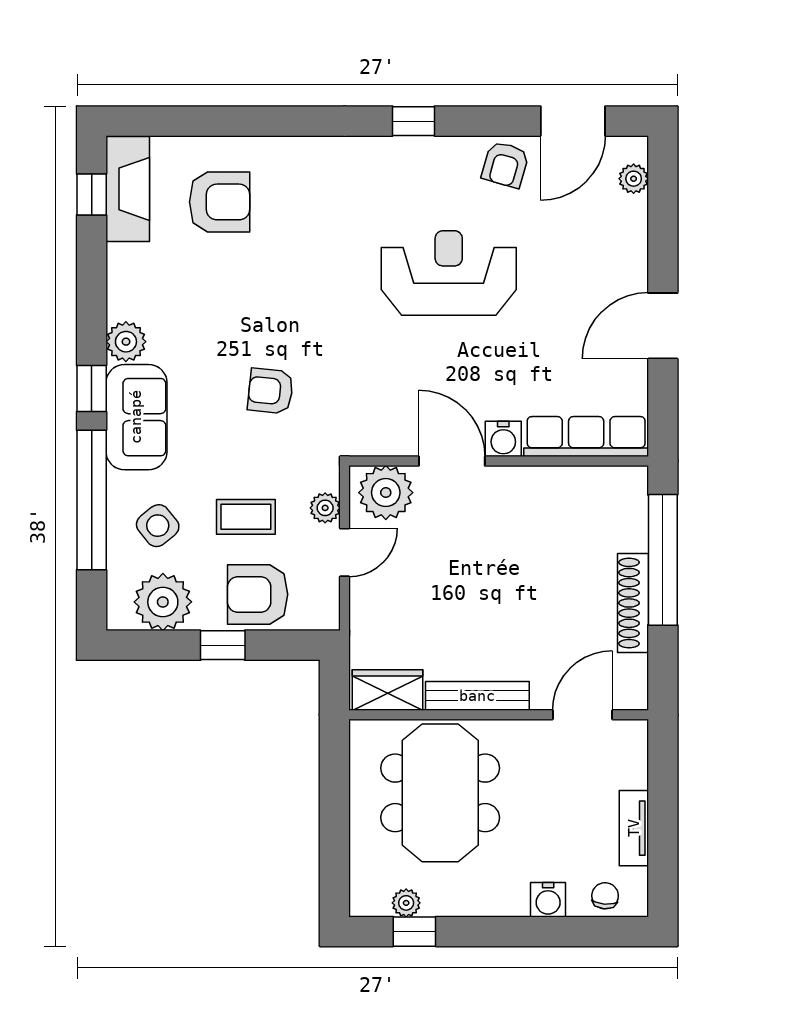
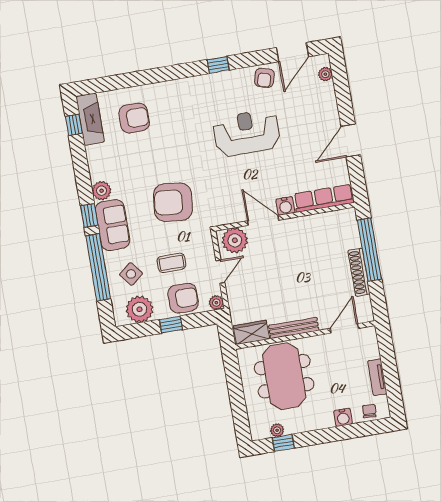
armchair: (270, 391) -> (173, 202), width x1.88, depth x1.88
plant: (325, 508) -> (216, 303), moved
armchair: (258, 594) -> (183, 298), turned 180

